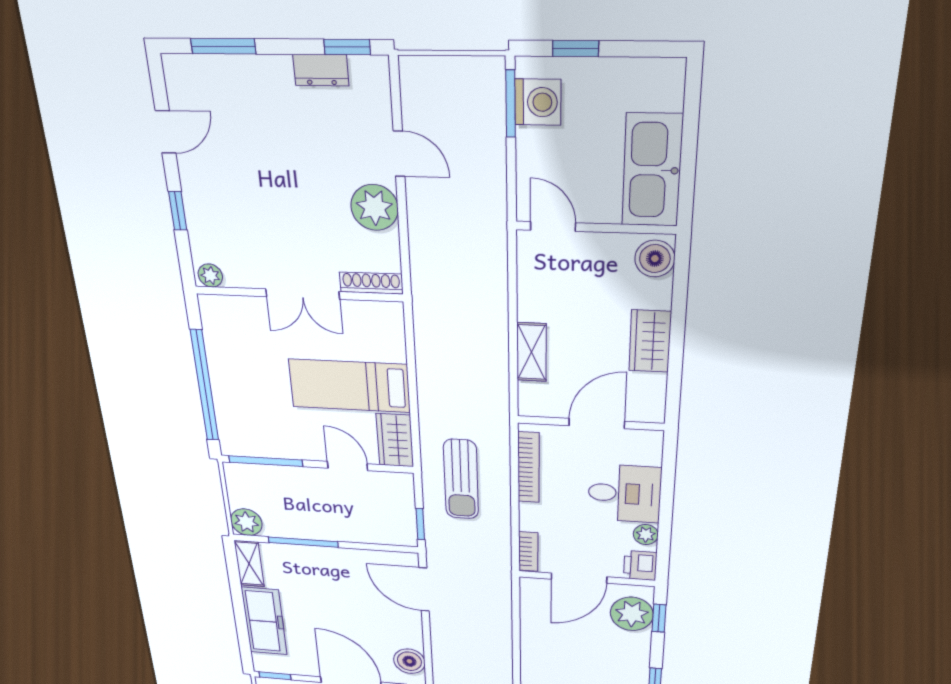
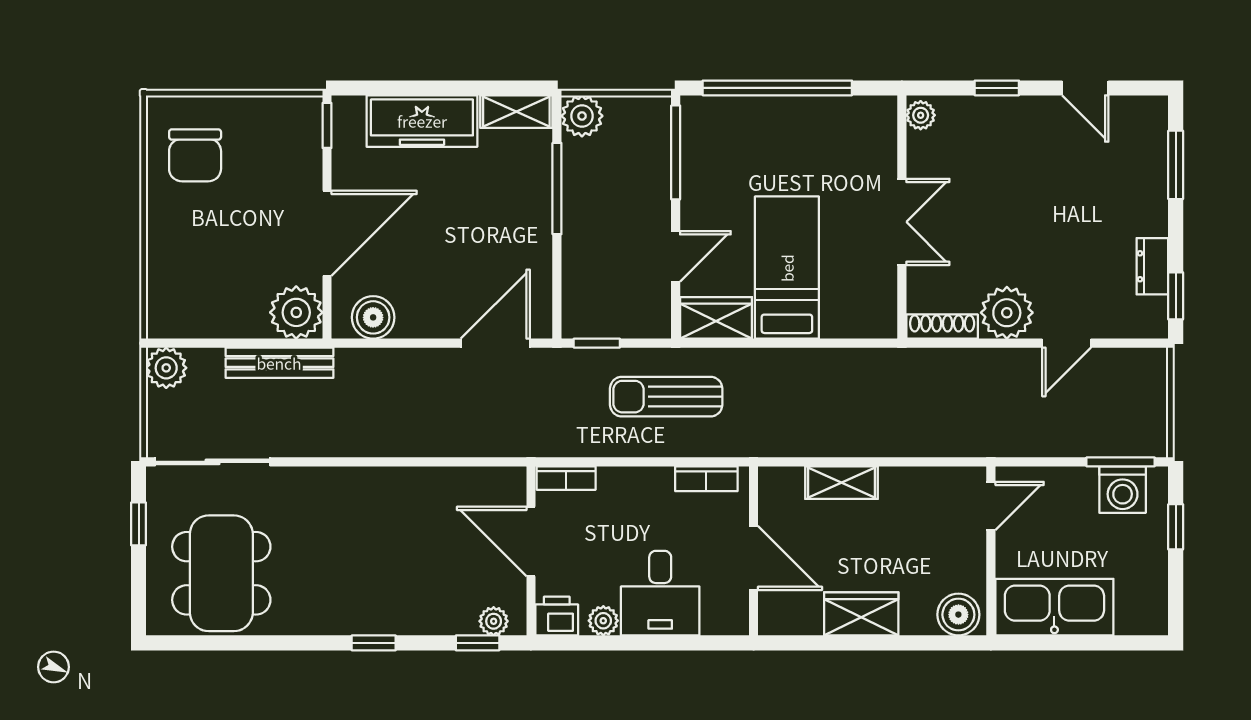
shoe rack: (371, 283) -> (942, 327), moved, turned -90
double door: (302, 294) -> (902, 222), swing flipped
bookcase: (529, 467) -> (706, 479), width x0.64
plant: (632, 614) -> (494, 621), width x0.53, depth x0.53

